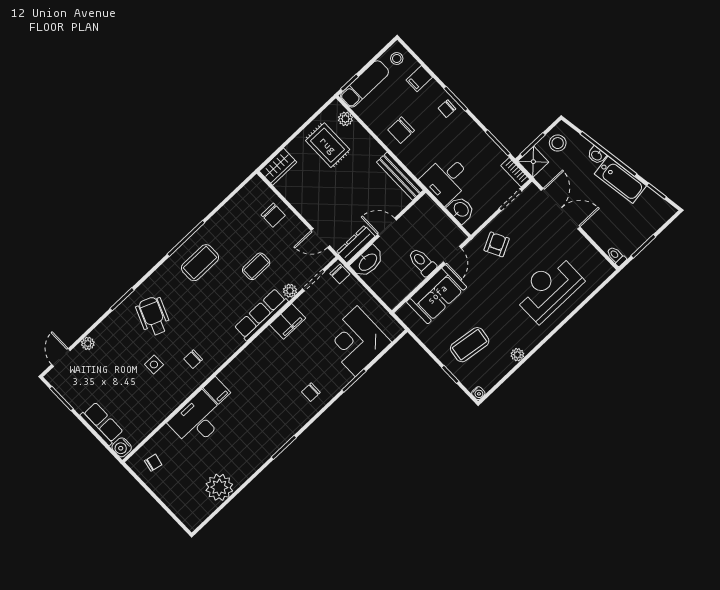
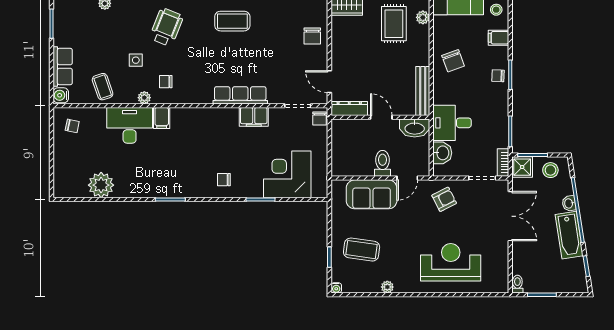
chair: (401, 130) -> (453, 61), turned -110
washbasin: (368, 262) -> (415, 128), moved
coffee table: (256, 266) -> (103, 87), moved, turned 71
plant: (290, 291) -> (144, 98), moved

